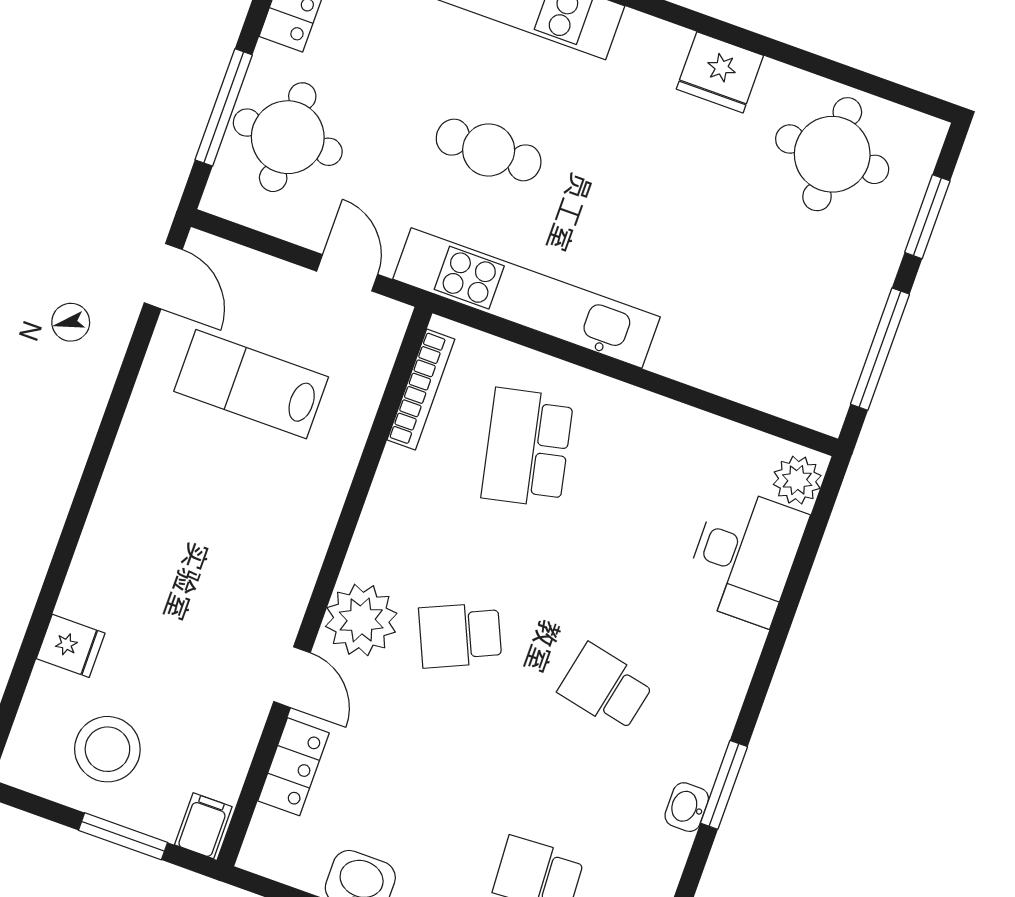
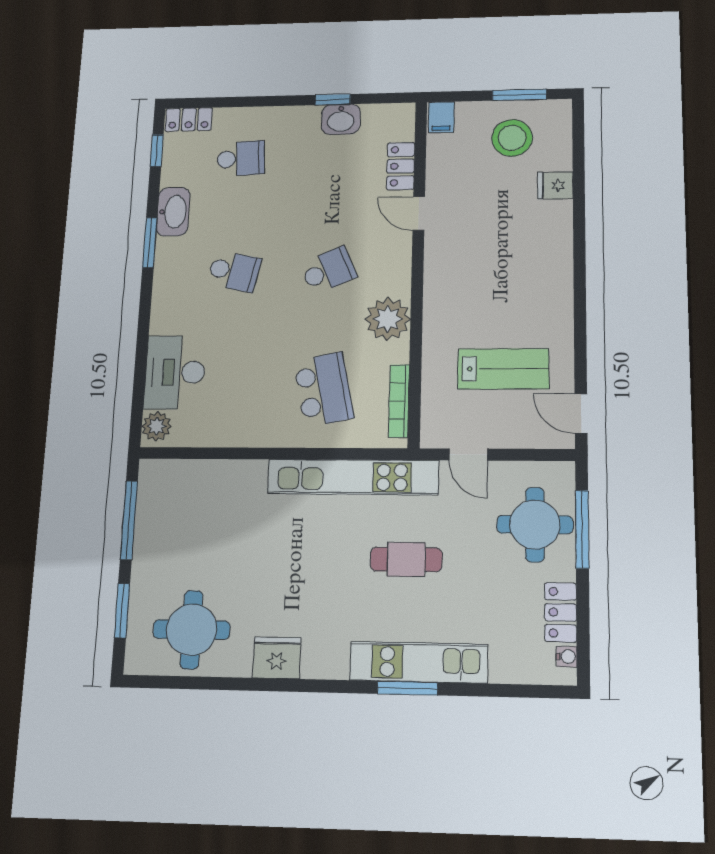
plant: (361, 620) -> (388, 319), moved
washbasin: (687, 807) -> (173, 212), width x1.91, depth x1.45
window: (123, 836) -> (519, 95), moved

